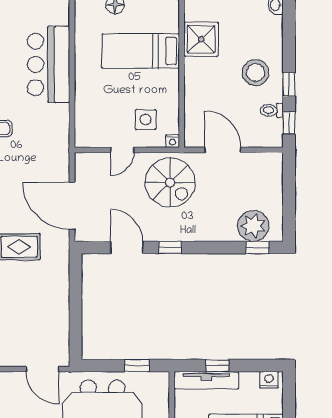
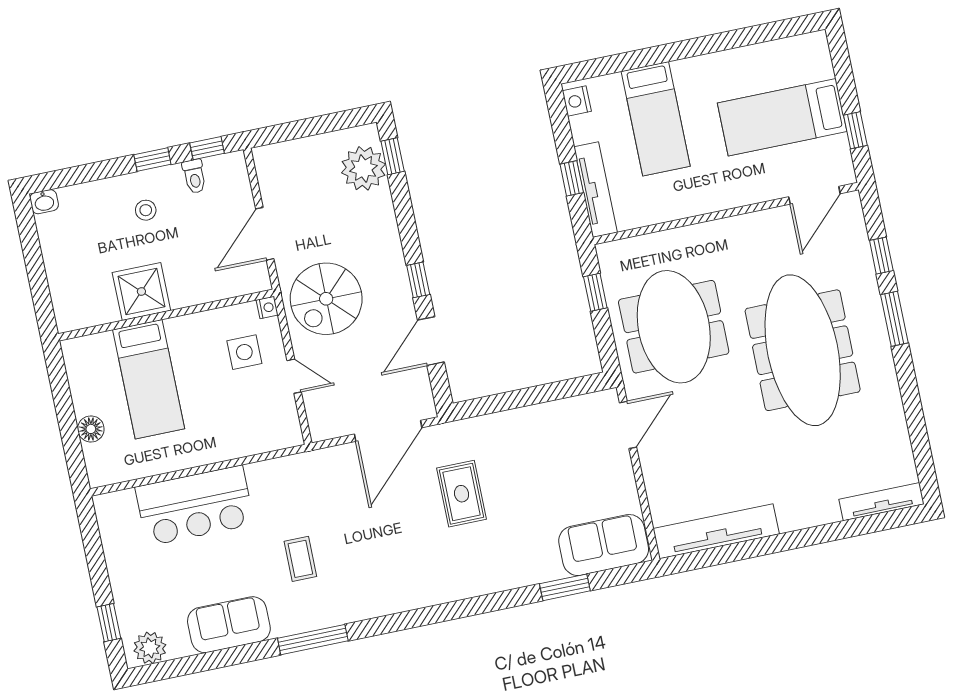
shower: (201, 39) -> (141, 291), moved
stool: (255, 73) -> (146, 210), width x0.53, depth x0.53
spiral stairs: (170, 182) -> (326, 299), turned 180

